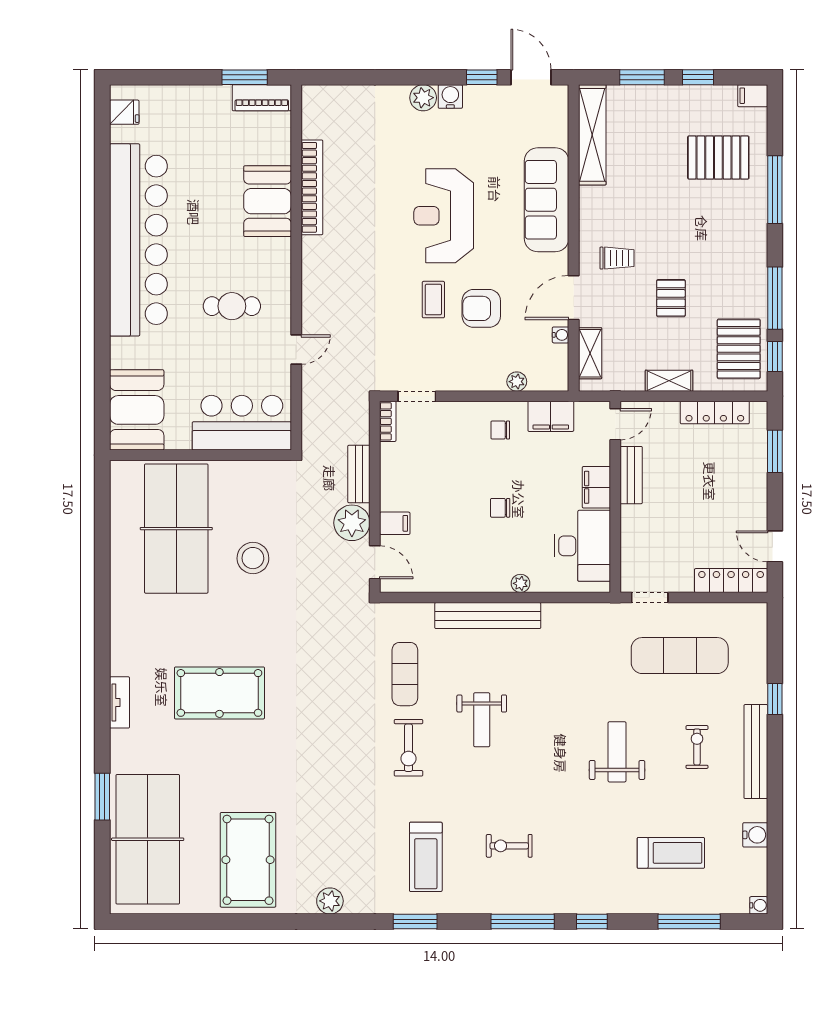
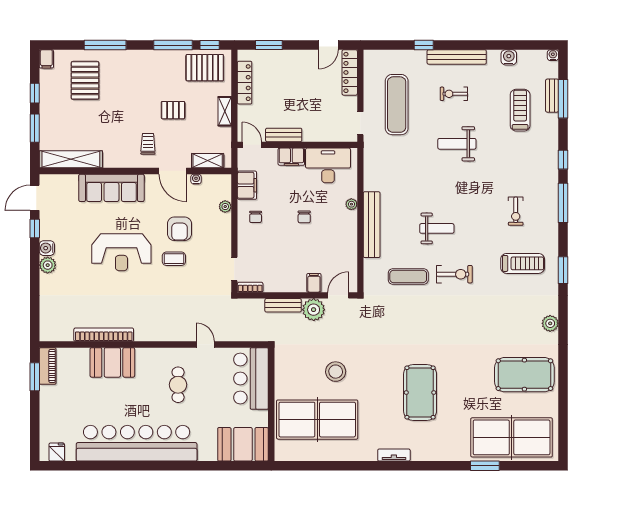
tv unit: (120, 702) -> (394, 455), moved
bench: (694, 904) -> (552, 96), added

